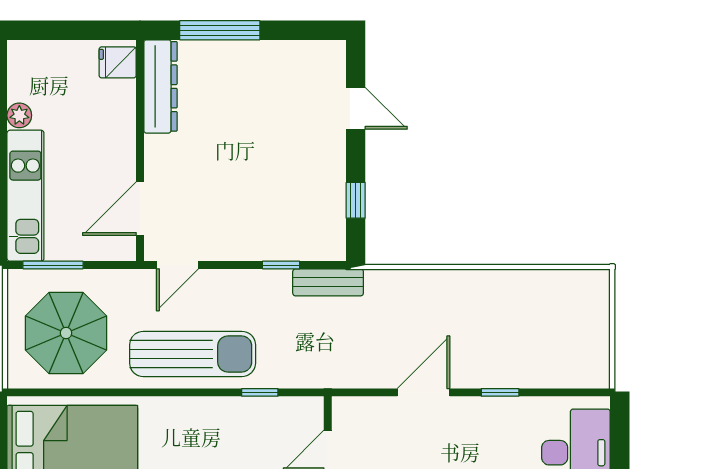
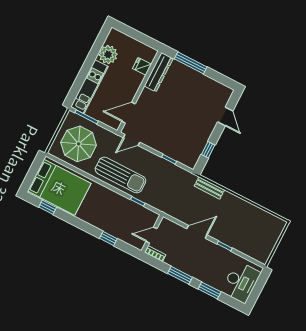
fridge: (118, 62) -> (142, 66), moved
plant: (19, 115) -> (108, 55), width x1.88, depth x1.88
bench: (328, 282) -> (209, 188), moved

